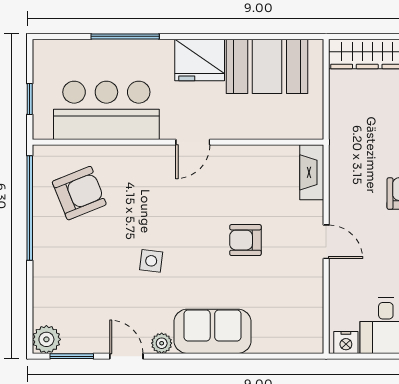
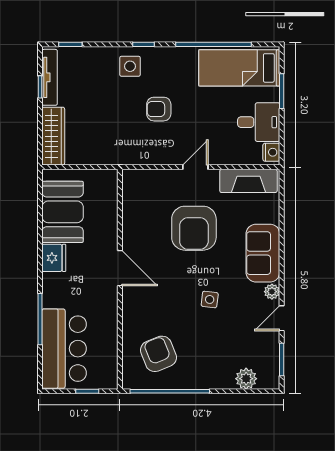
fridge: (200, 60) -> (54, 258), width x0.73, depth x0.75
bar counter: (106, 110) -> (64, 349), moved, turned 180
door: (193, 142) -> (120, 268), width x1.38
fireplace: (312, 172) -> (248, 181), moved, width x1.37, depth x1.32
armchair: (245, 240) -> (194, 228), width x1.88, depth x1.88
plant: (46, 339) -> (246, 379), moved

